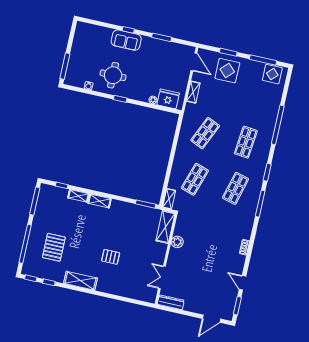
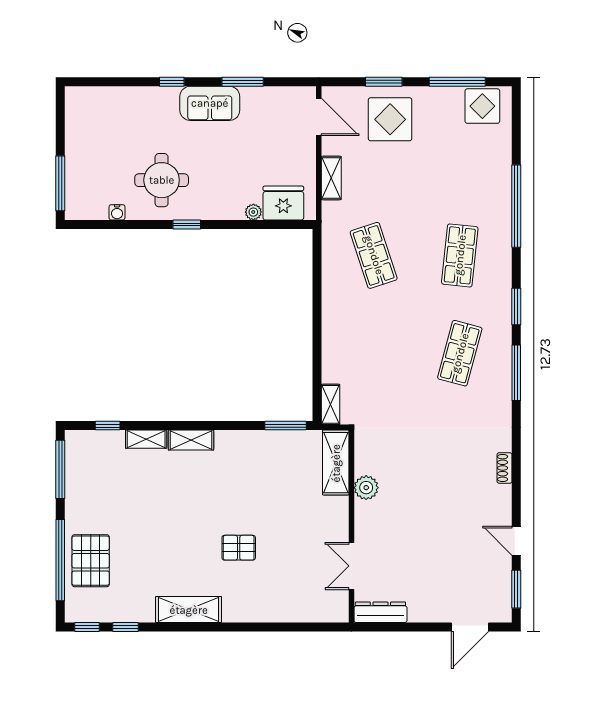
sofa: (126, 40) -> (210, 103), moved
shop shelf: (205, 133) -> (374, 255), turned -42
shop shelf: (195, 179) -> (374, 353), removed
pallet: (54, 247) -> (91, 561), moved

